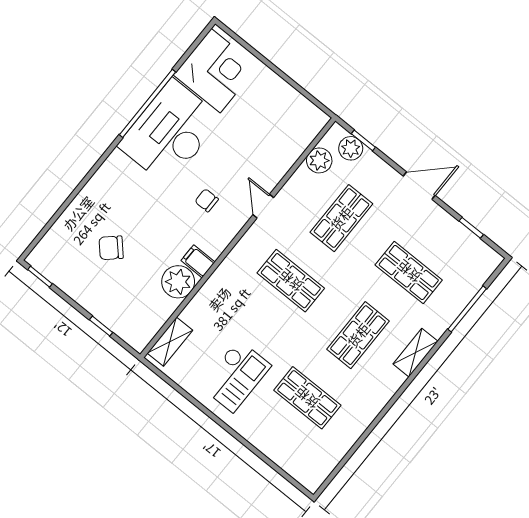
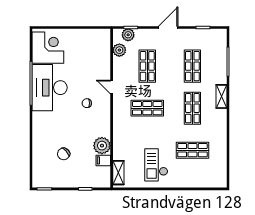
filing cabinet: (198, 261) -> (103, 160), moved
shop shelf: (409, 272) -> (192, 66), turned 90
checkout: (236, 376) -> (156, 165), turned 180

